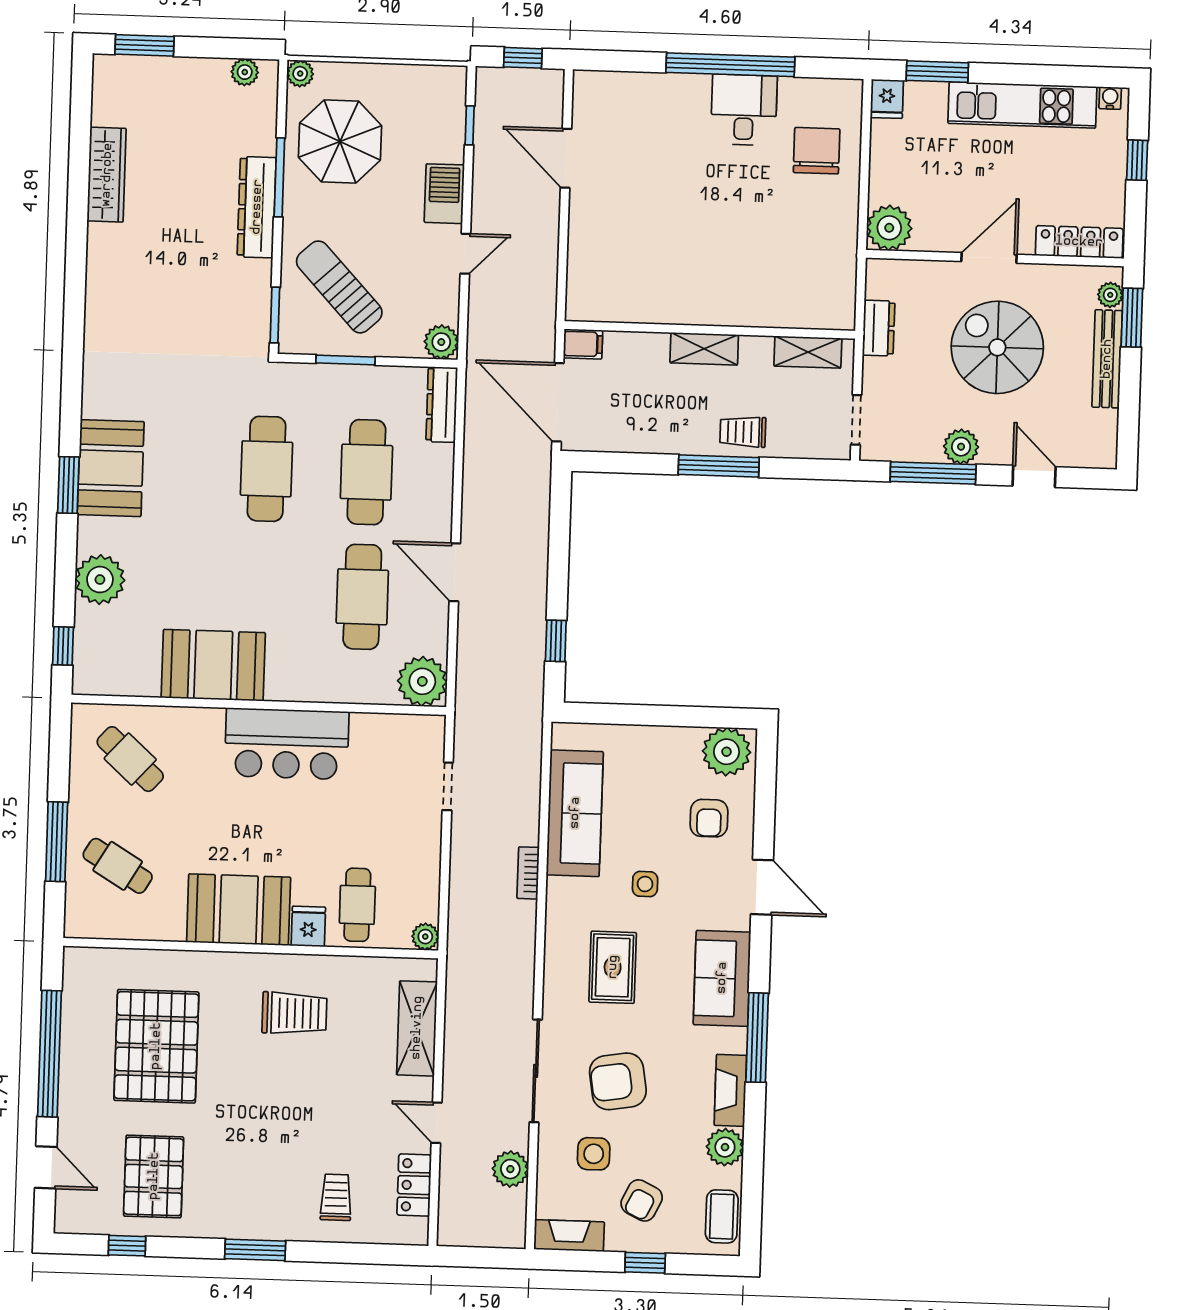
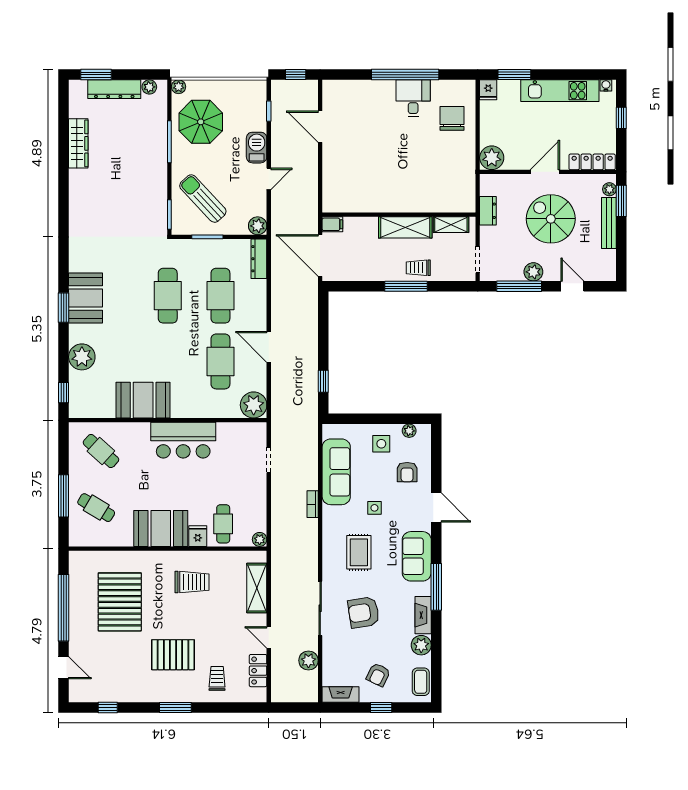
dresser: (257, 207) -> (114, 89), moved, turned -90
shelving: (704, 349) -> (405, 227), width x1.50, depth x1.33
plant: (726, 752) -> (409, 431), width x0.53, depth x0.53
side table: (594, 1154) -> (381, 444), moved
pallet: (154, 1176) -> (173, 655), moved, turned 90

